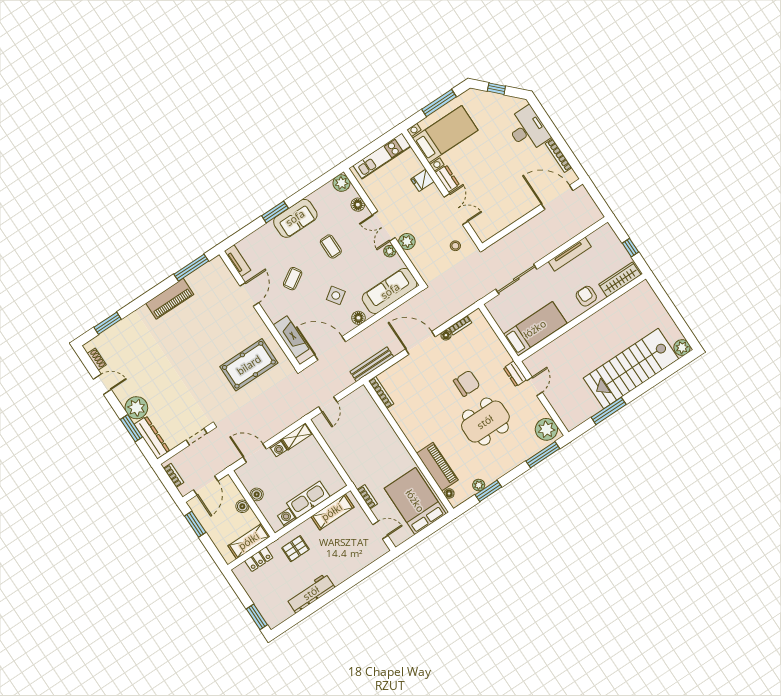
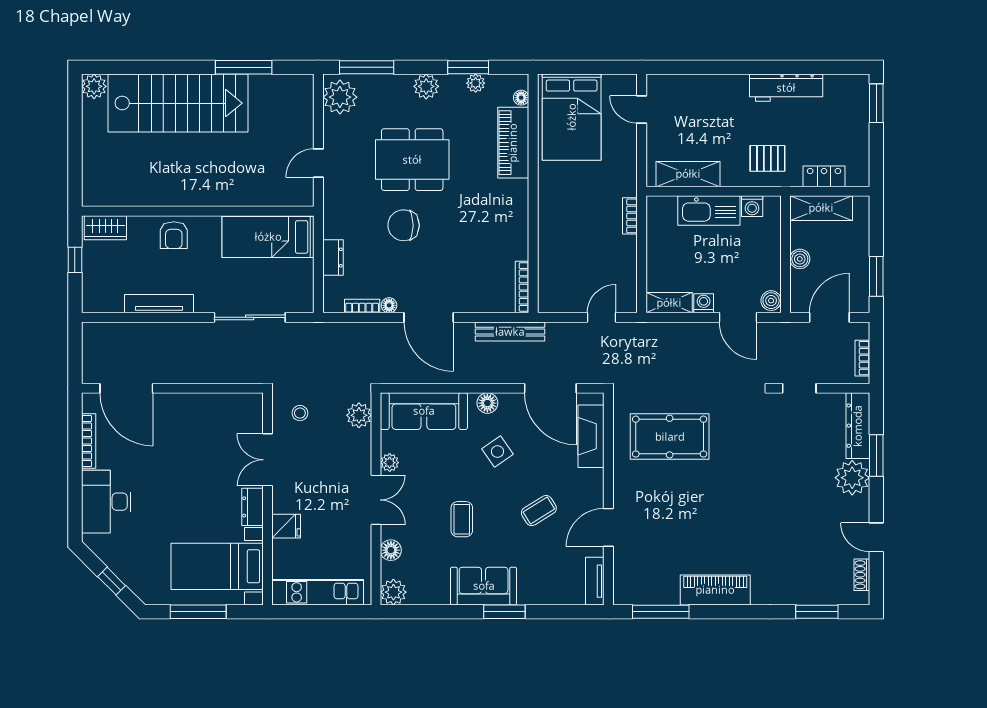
plant: (407, 242) -> (359, 415), moved
wardrobe: (620, 280) -> (105, 228), width x0.67
dresser: (515, 374) -> (333, 258), moved
plant: (504, 466) -> (426, 86), added
boiler: (257, 494) -> (771, 301), moved
bookcase: (367, 497) -> (630, 216), moved

